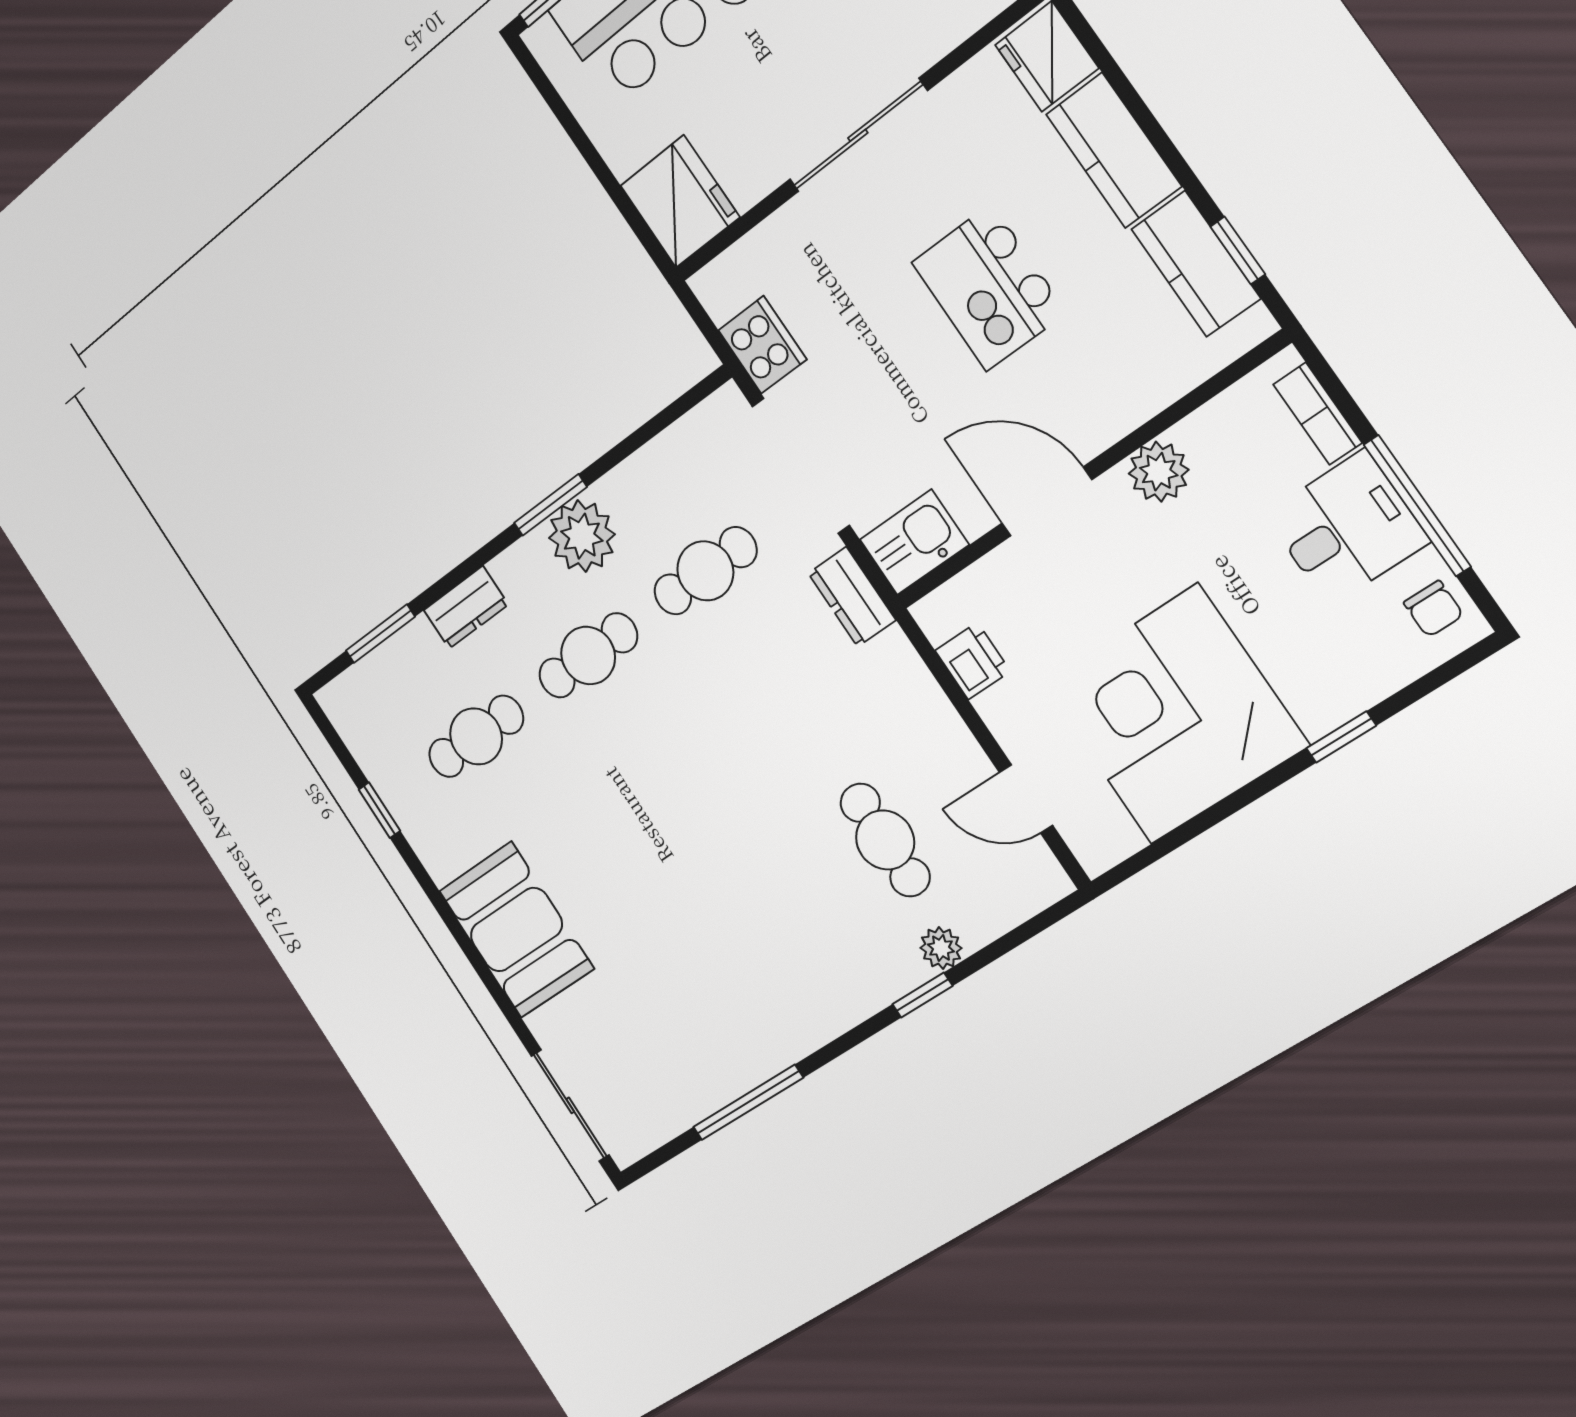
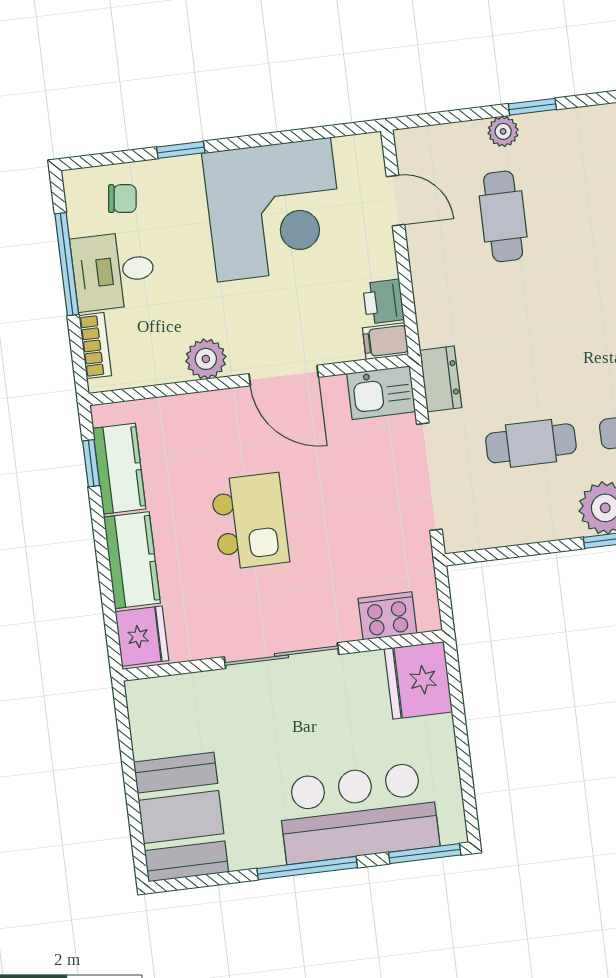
cooker: (762, 345) -> (387, 616), moved, turned 90
chair: (1434, 609) -> (122, 199), moved, turned 97
filing cabinet: (943, 611) -> (385, 341), added

